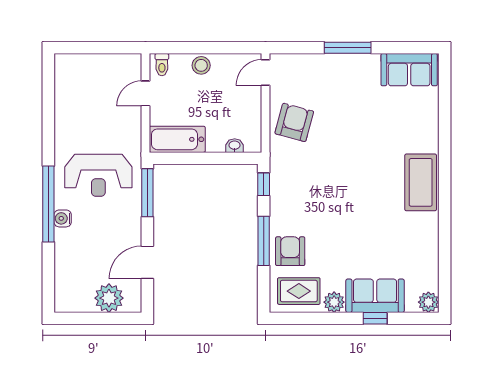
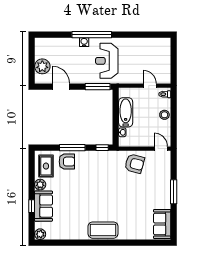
bathtub: (177, 139) -> (126, 112), moved

